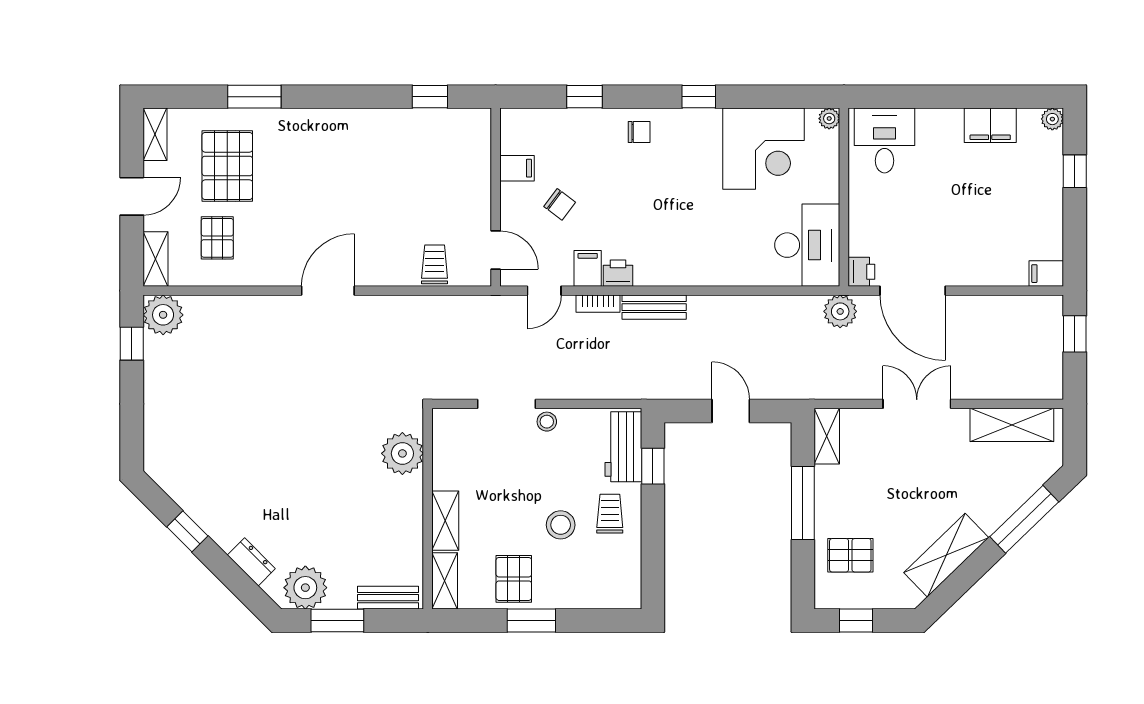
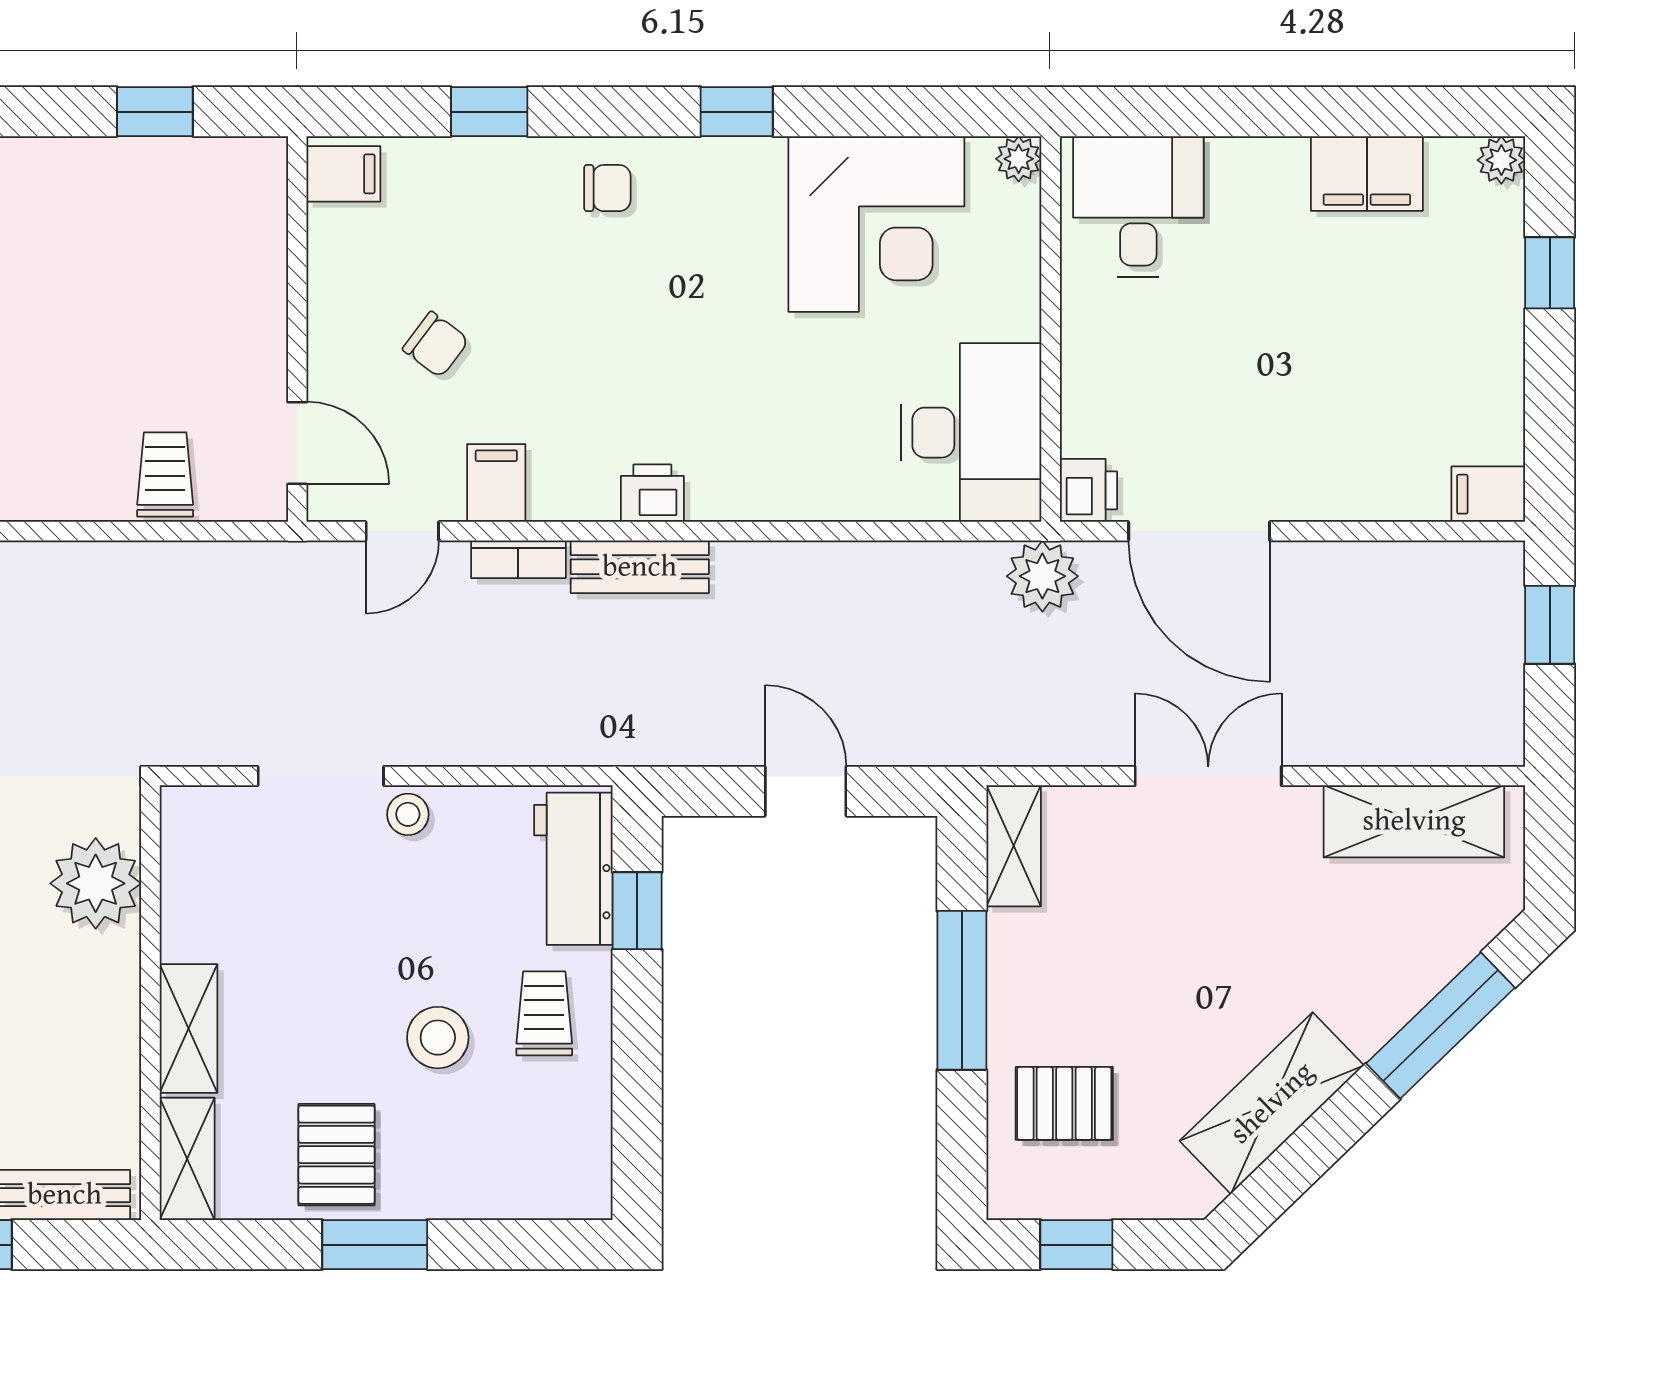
filing cabinet: (517, 168) -> (343, 174), moved
printer: (618, 273) -> (652, 493), moved

